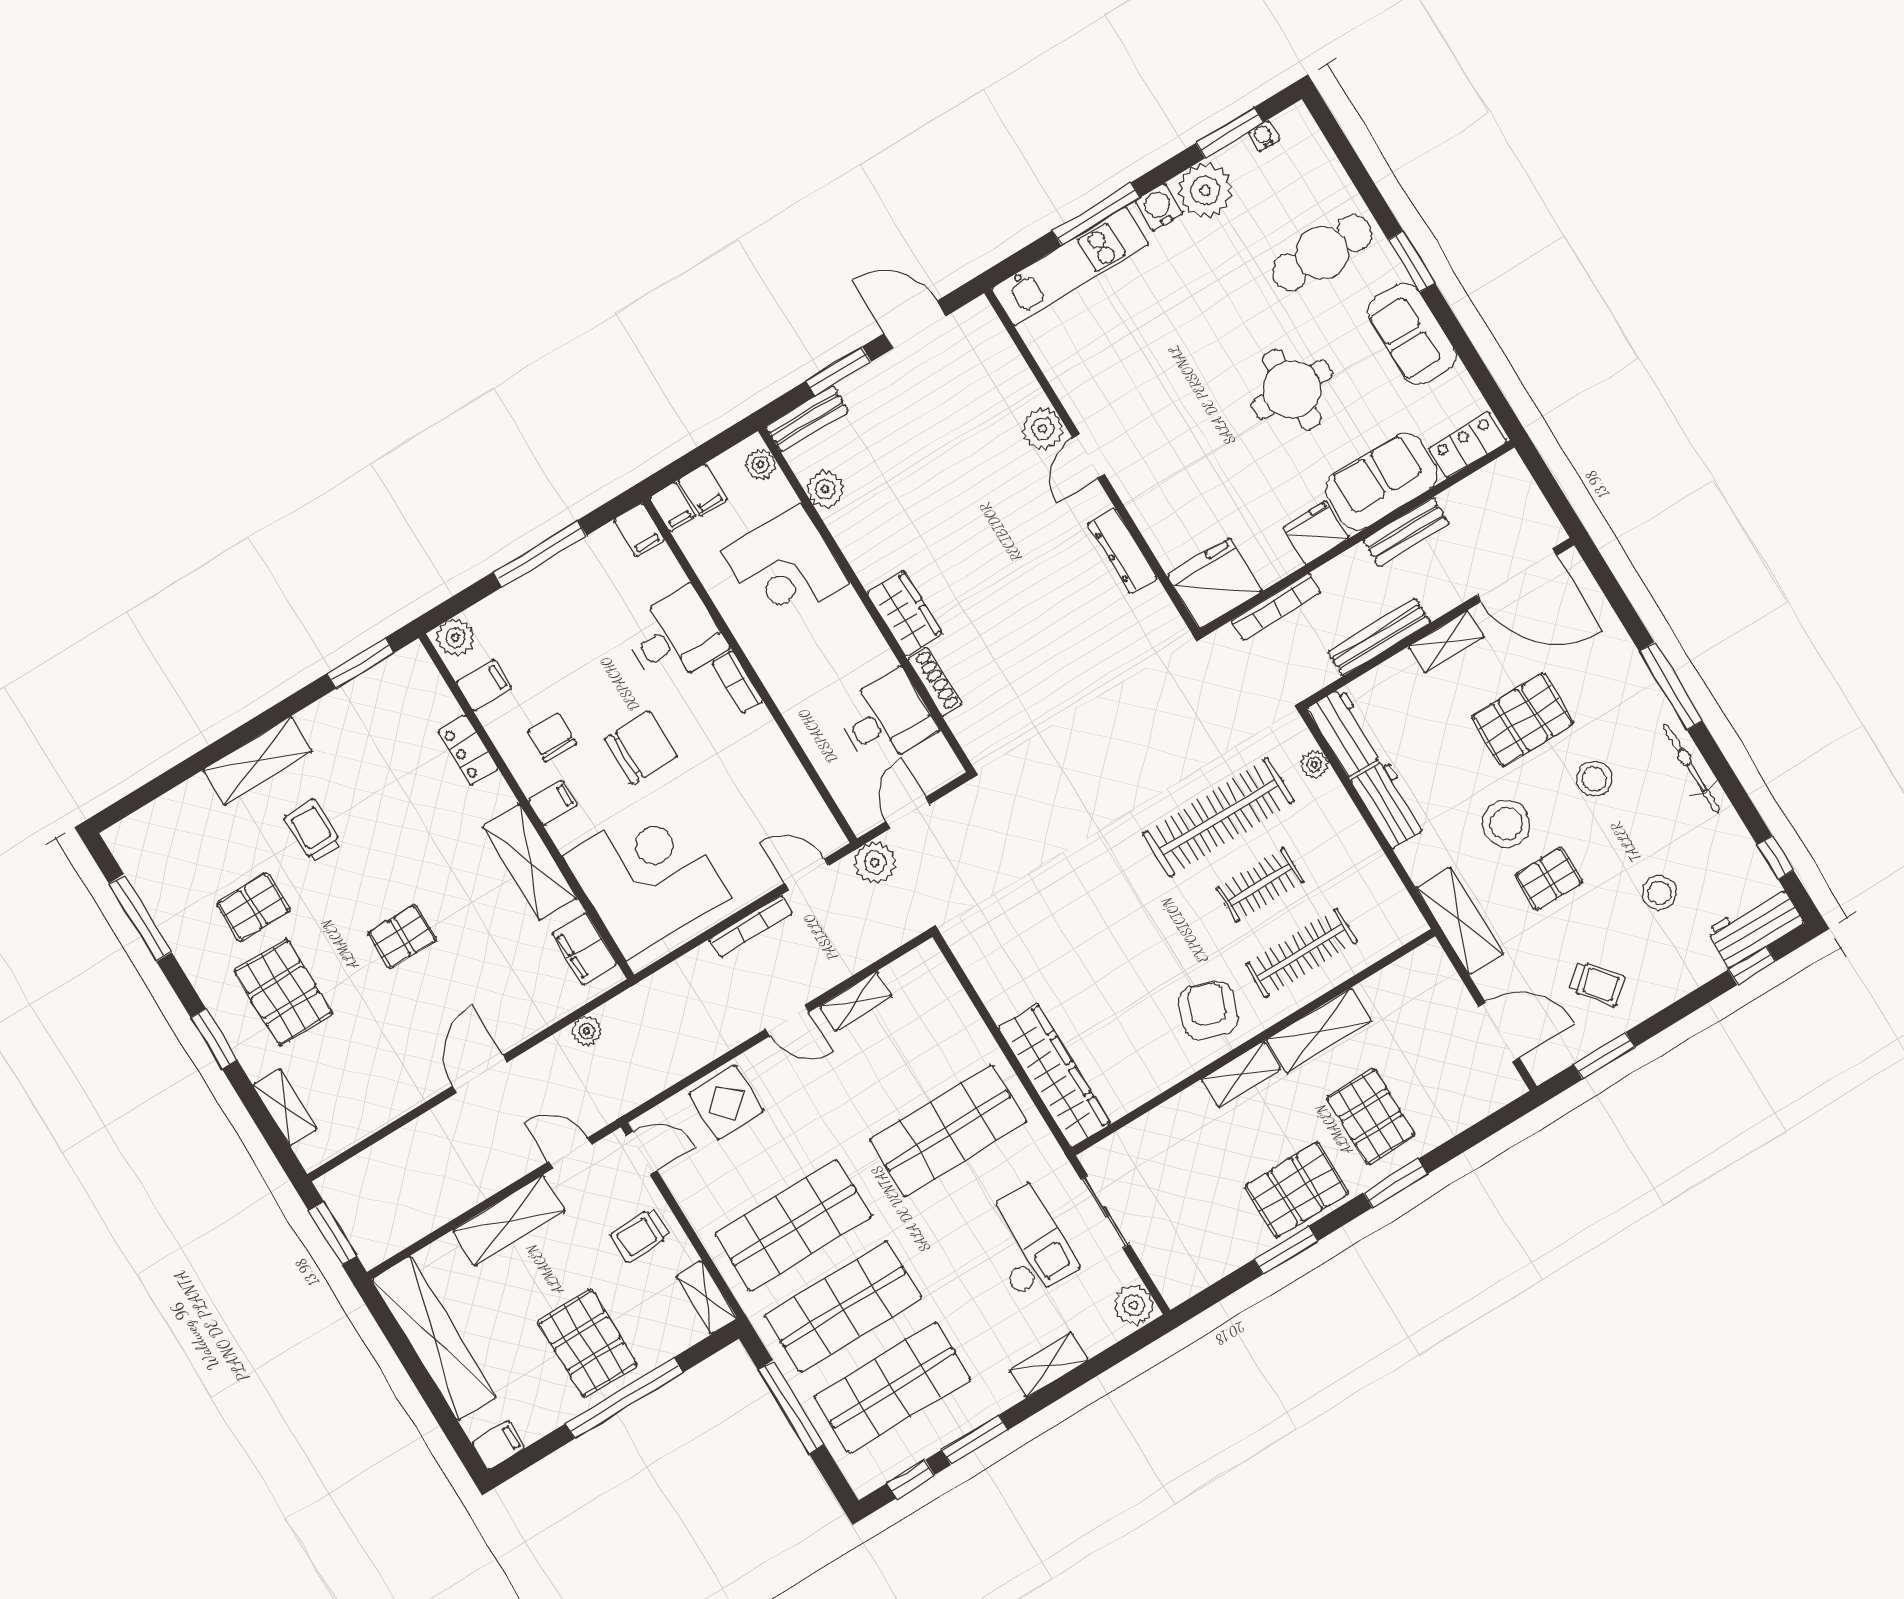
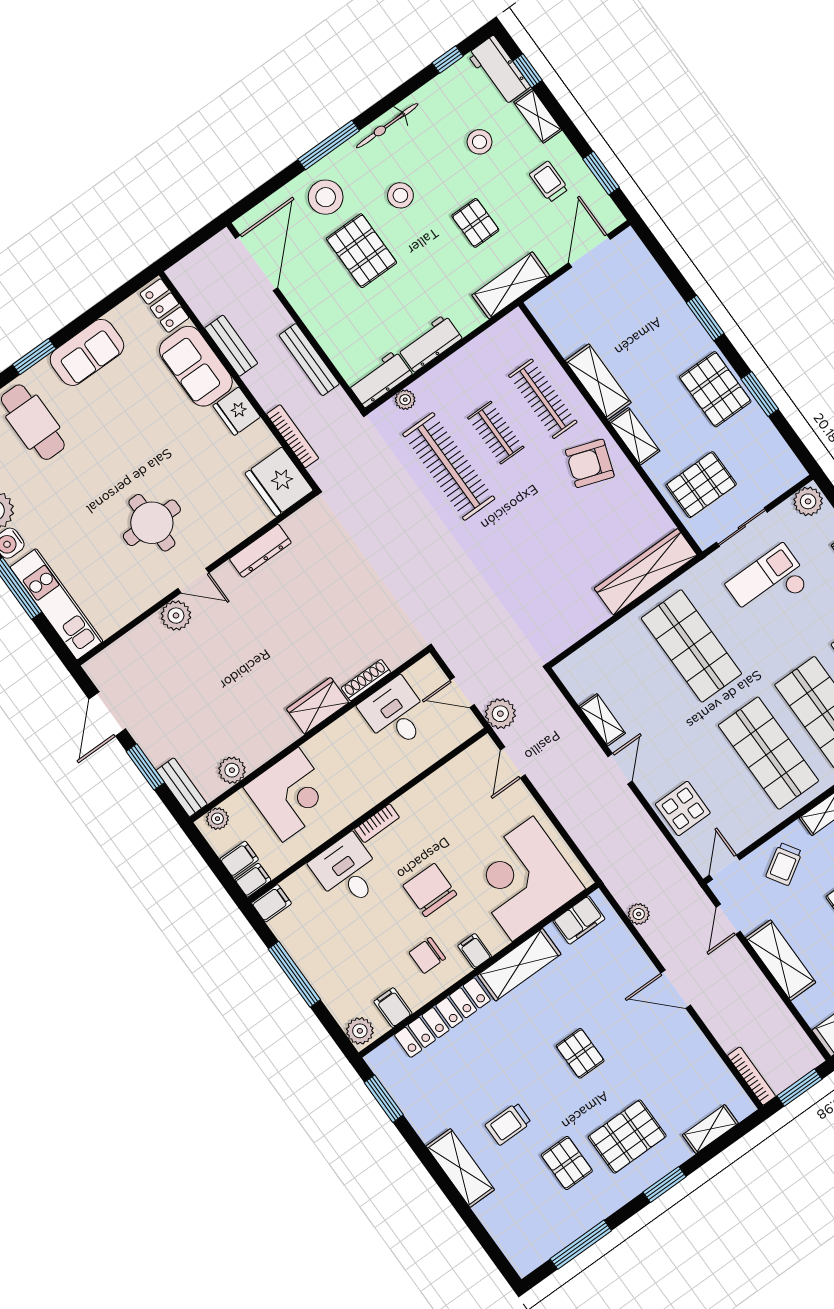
round table: (1292, 389) -> (152, 523), moved
shelving: (1446, 642) -> (538, 116), moved
locker: (468, 750) -> (442, 1018), width x2.16, depth x1.21
stool: (1506, 824) -> (326, 197), moved
bookcase: (751, 926) -> (752, 1076), moved
trolley: (1598, 984) -> (549, 182), turned -50
pallet: (1371, 1116) -> (701, 485), moved
trolley: (640, 1235) -> (784, 864), turned 58

